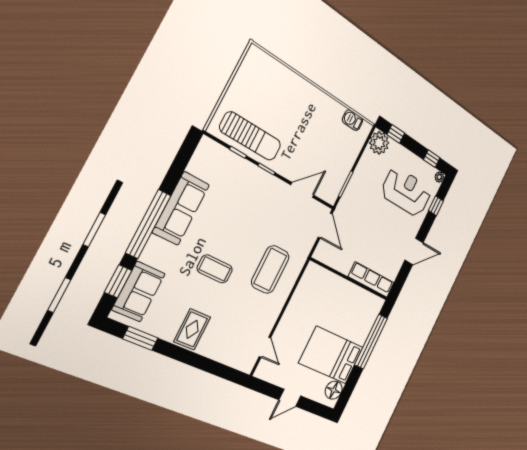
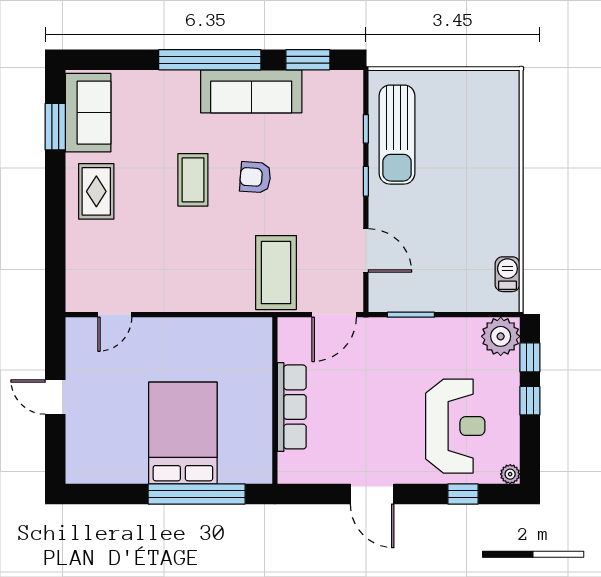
window: (432, 159) -> (530, 401), moved
armchair: (232, 232) -> (255, 177), added
coffee table: (270, 269) -> (276, 273), moved, turned 90
row of seats: (371, 280) -> (292, 407), moved
window: (118, 281) -> (308, 60), moved
sofa: (139, 292) -> (88, 113), moved, turned -90
rug: (192, 329) -> (96, 191), turned 90
bed: (331, 355) -> (183, 433), moved
floor lamp: (334, 390) -> (95, 468), removed

